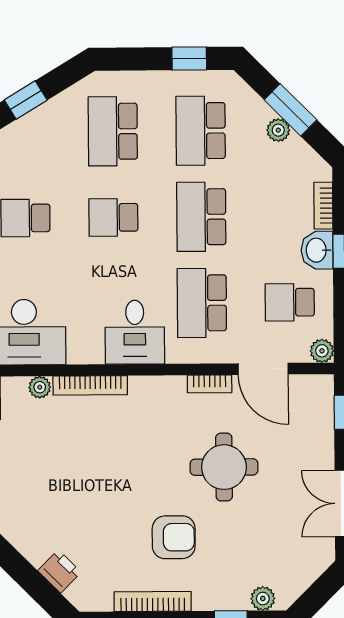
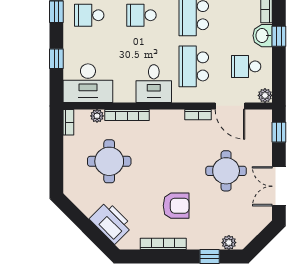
round table: (61, 463) -> (109, 161), added
round table: (224, 467) -> (226, 171), moved
printer: (59, 571) -> (111, 223), width x1.87, depth x1.48

